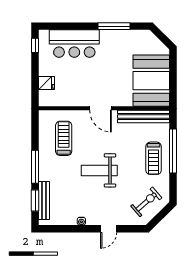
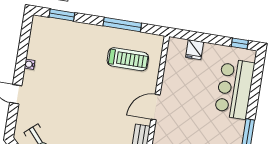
window: (35, 167) -> (122, 25), moved
weight bench: (99, 170) -> (84, 94), removed
bench: (44, 200) -> (60, 25), removed

